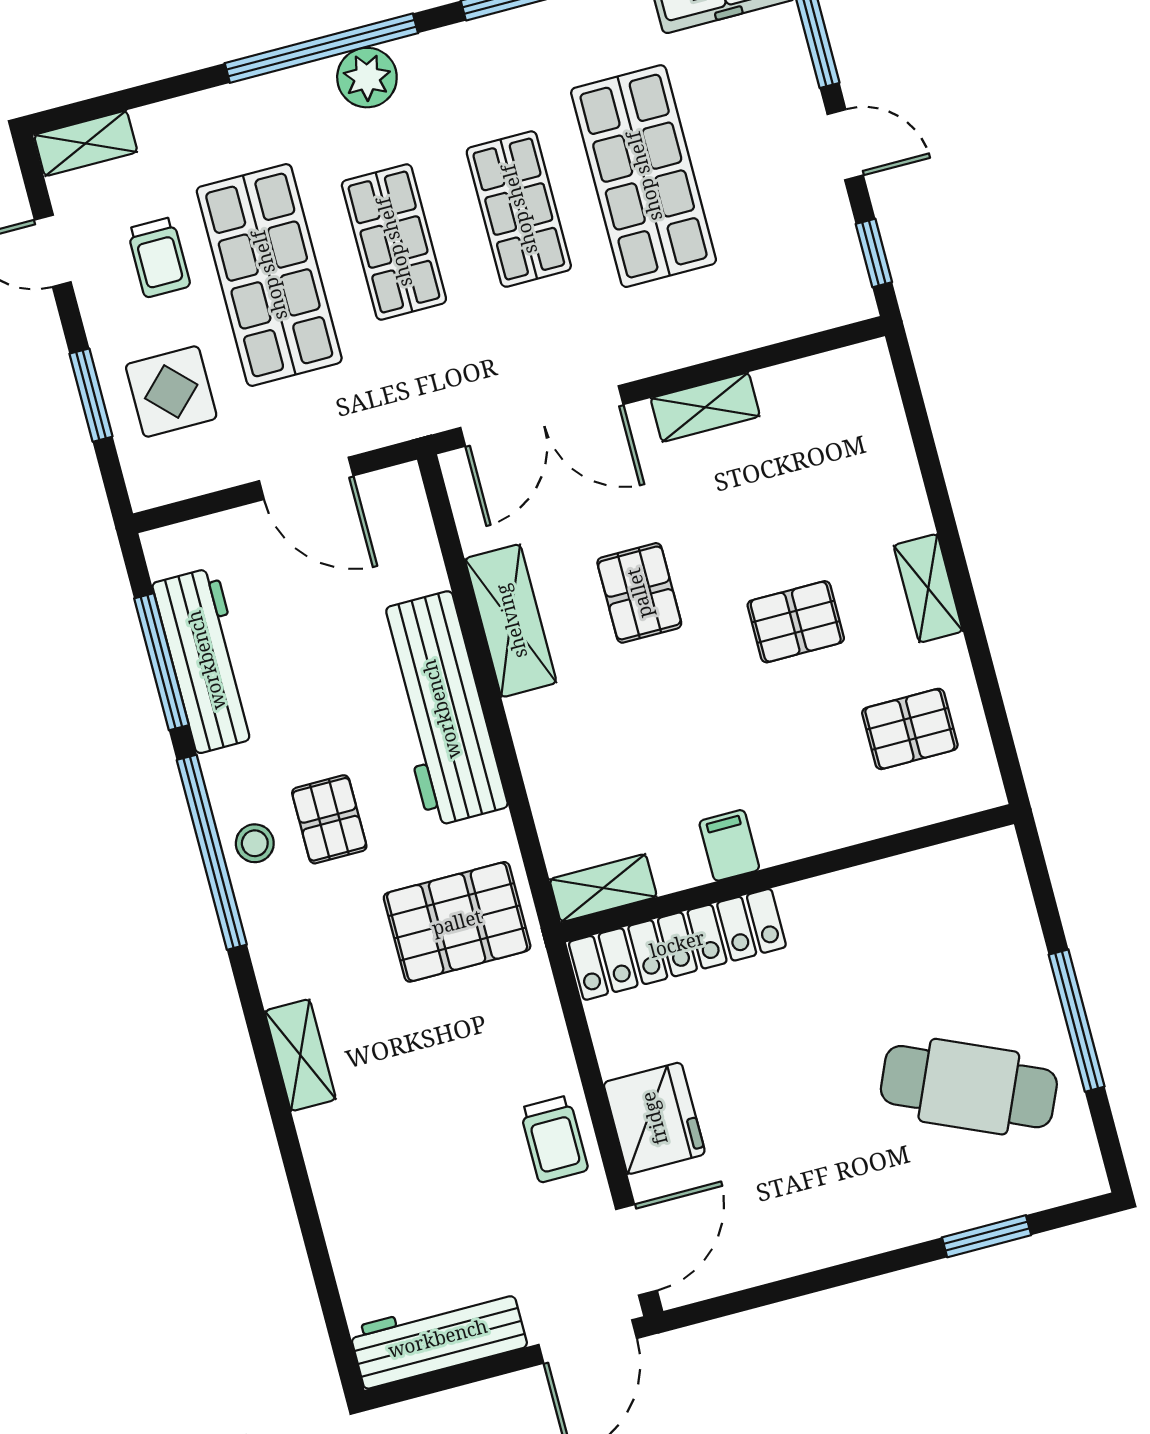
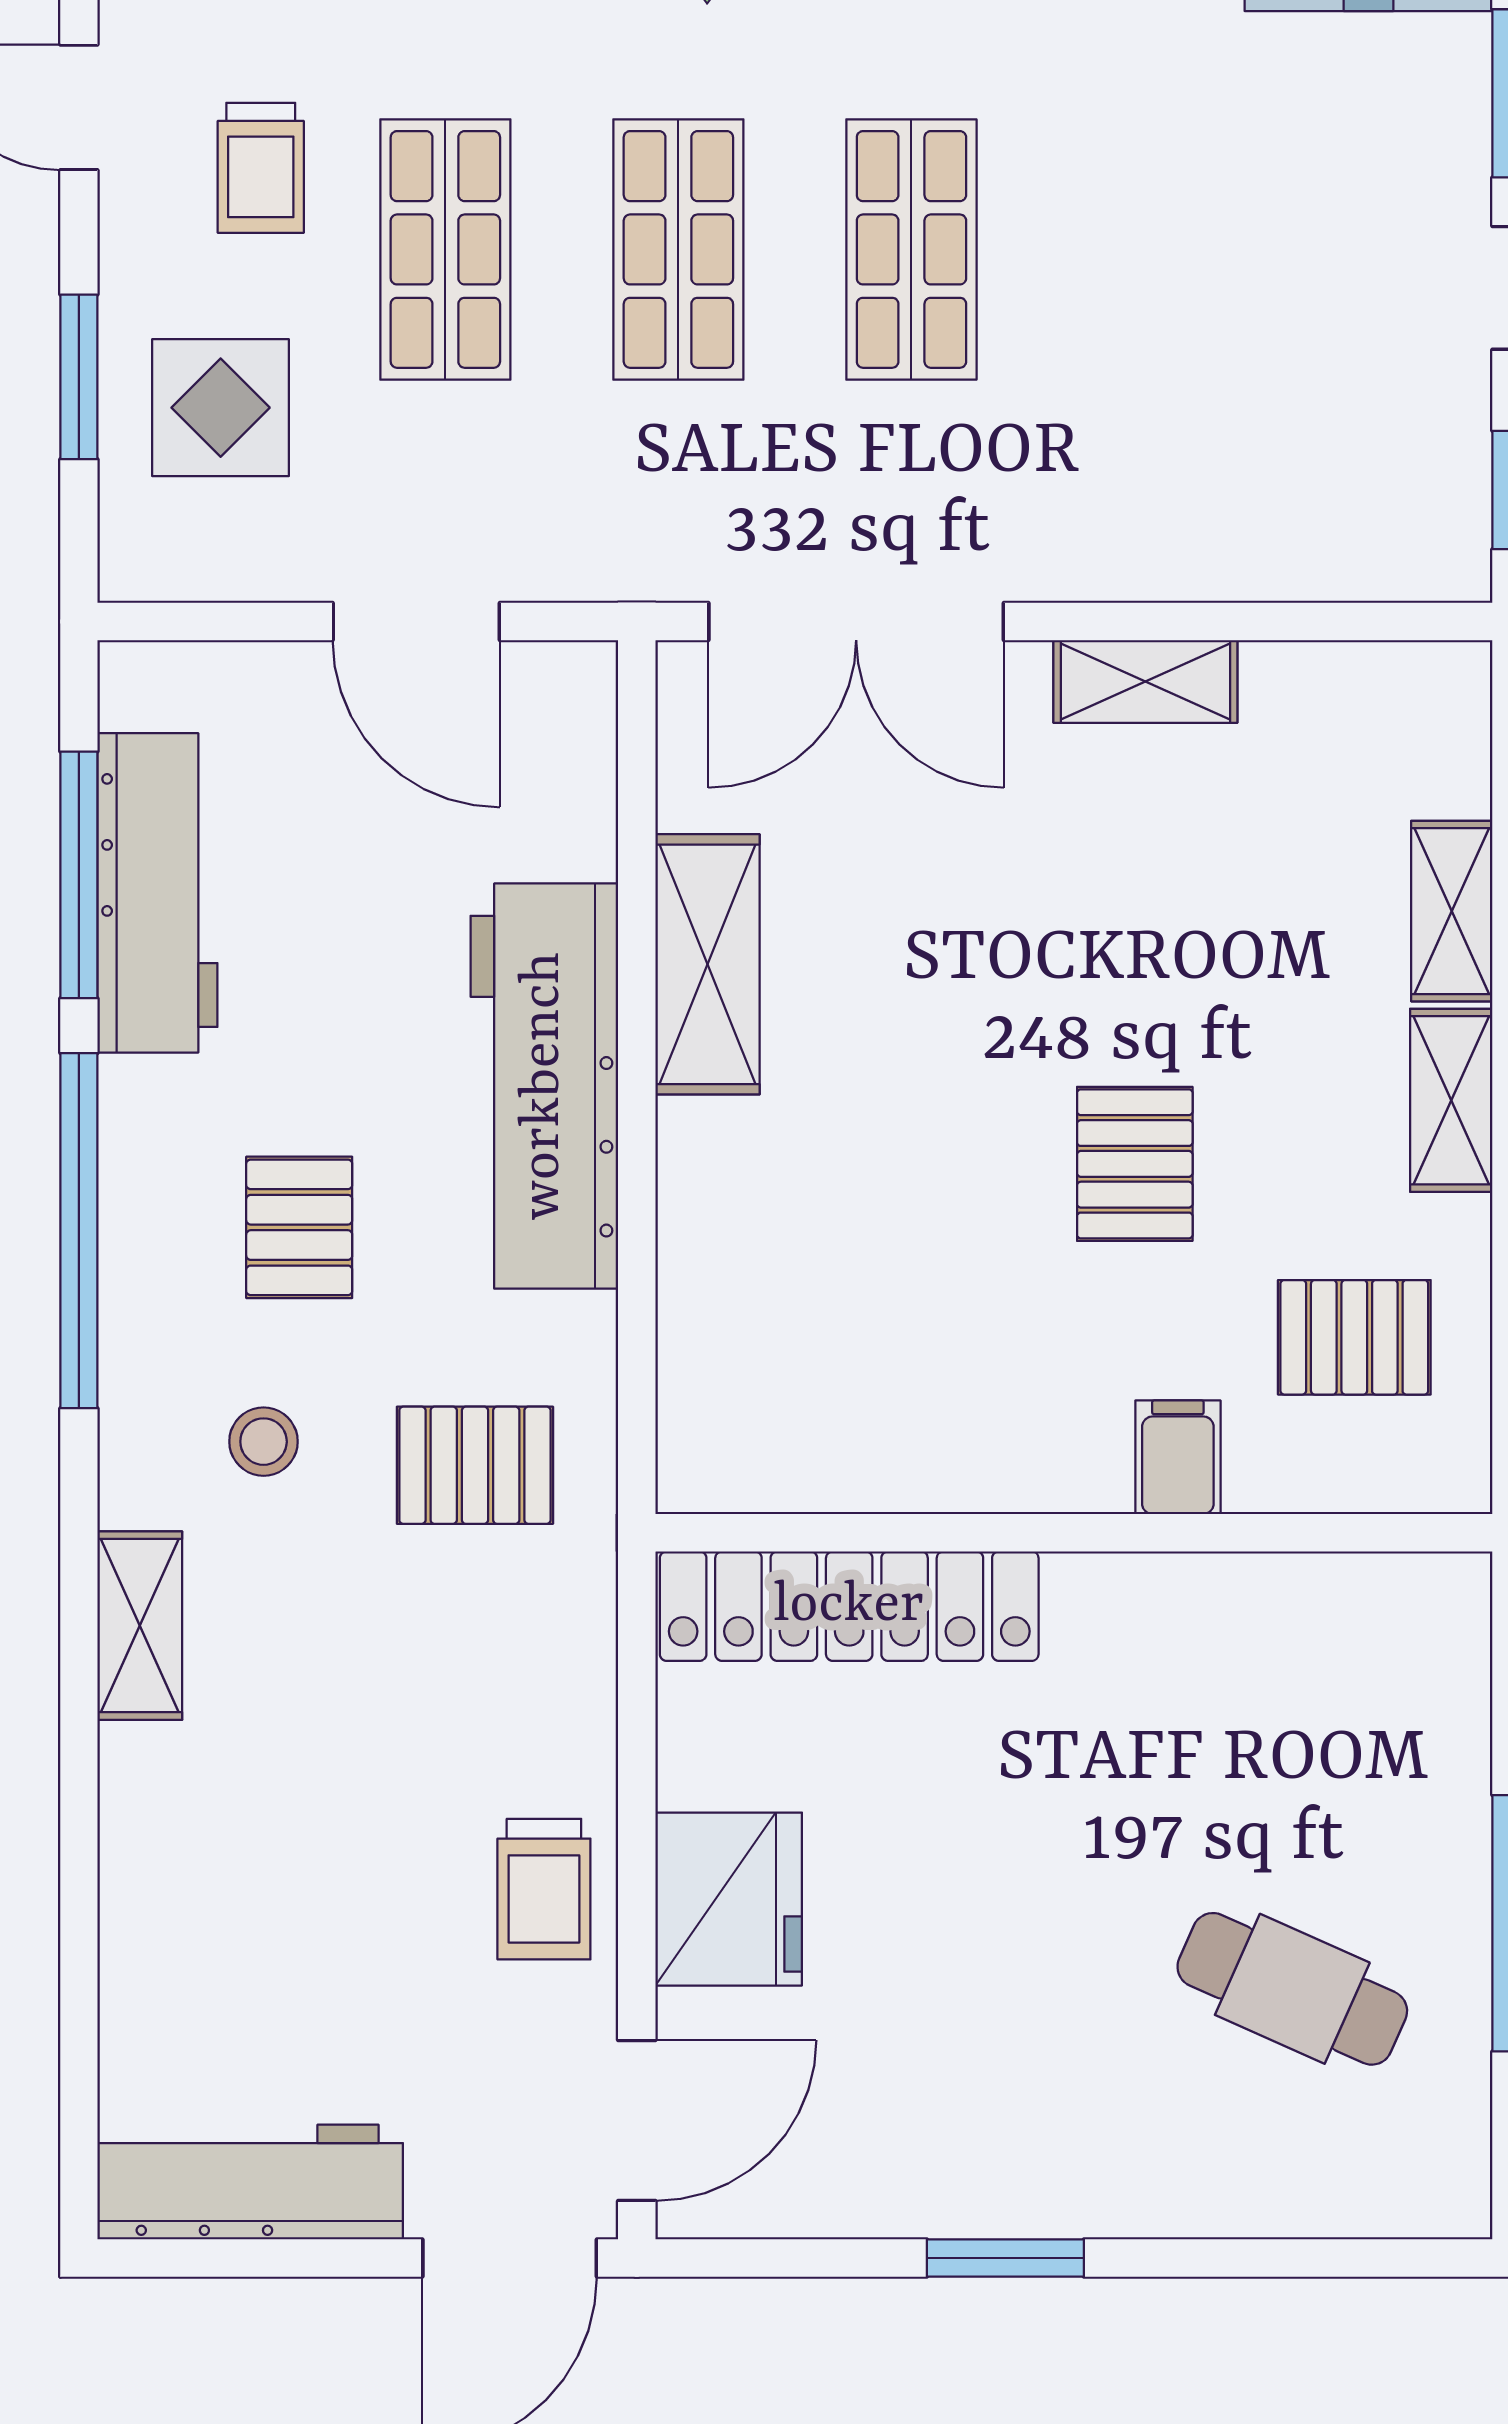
shop shelf: (644, 176) -> (1144, 249), removed
shop shelf: (269, 275) -> (445, 249), width x0.70, depth x0.74
pallet: (639, 593) -> (945, 975), removed
pallet: (796, 622) -> (1135, 1164), moved, turned 90
stool: (255, 843) -> (264, 1442), moved
filing cabinet: (729, 845) -> (1178, 1457), moved
shelving: (603, 888) -> (1452, 911), moved, turned 90
pallet: (457, 922) -> (475, 1465), width x0.67, depth x0.71
cafe table: (969, 1087) -> (1292, 1989), width x0.73, depth x0.74
window: (987, 1236) -> (1005, 2258), moved

